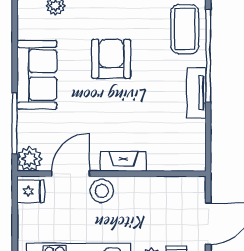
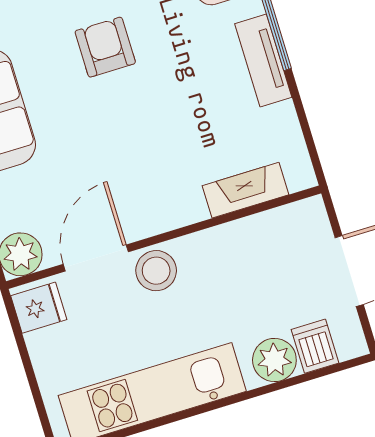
armchair: (111, 59) -> (105, 47), width x0.72, depth x0.72
fireplace: (123, 161) -> (245, 190), moved

